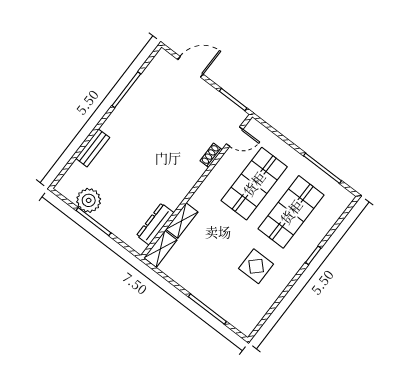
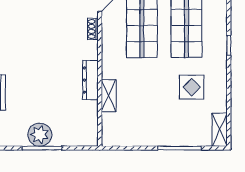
plant: (89, 200) -> (40, 135), moved
dresser: (155, 224) -> (90, 80), moved
shelving: (160, 249) -> (220, 130), moved

